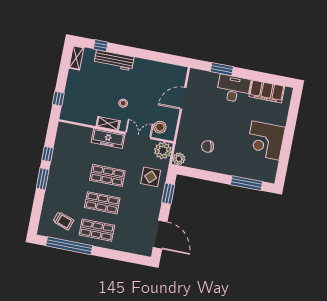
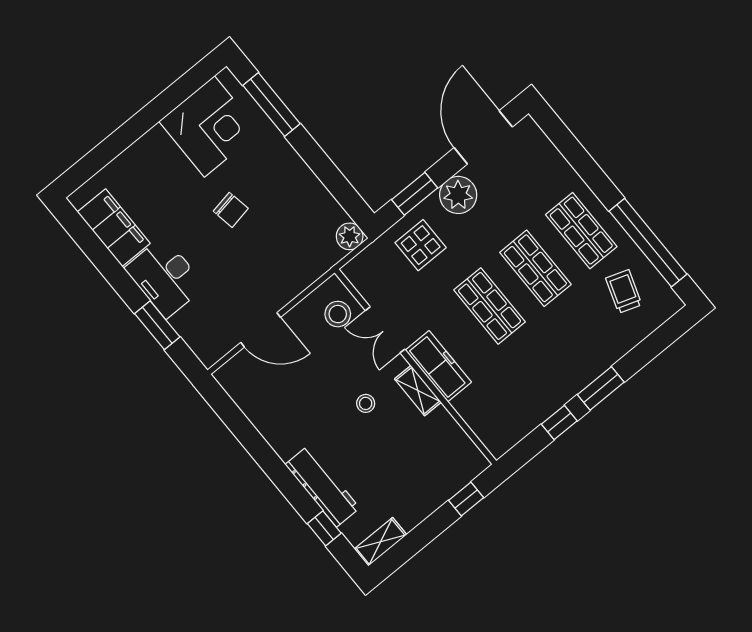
corner desk: (266, 140) -> (209, 126), moved
chair: (208, 146) -> (231, 210), moved
plant: (163, 150) -> (458, 195), moved

